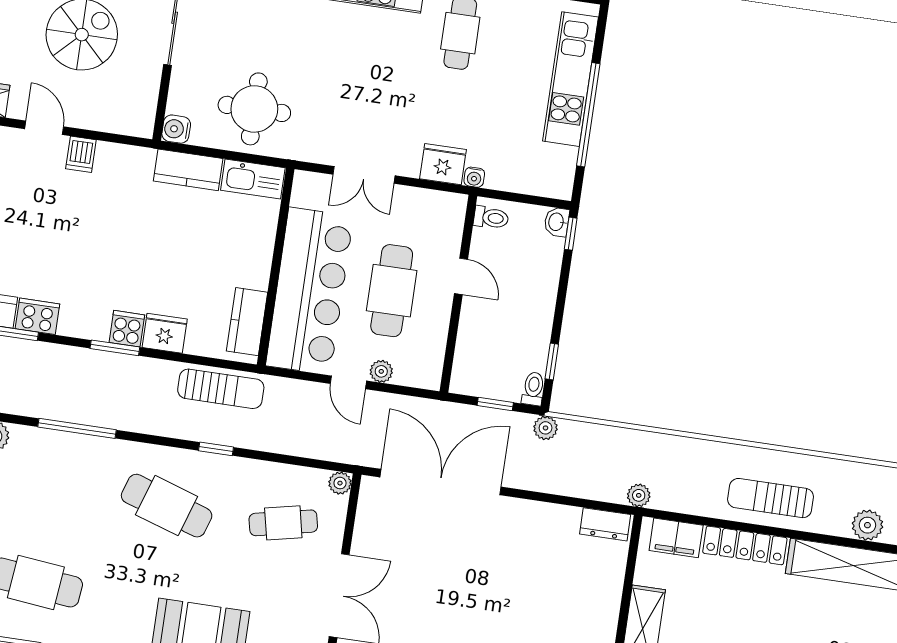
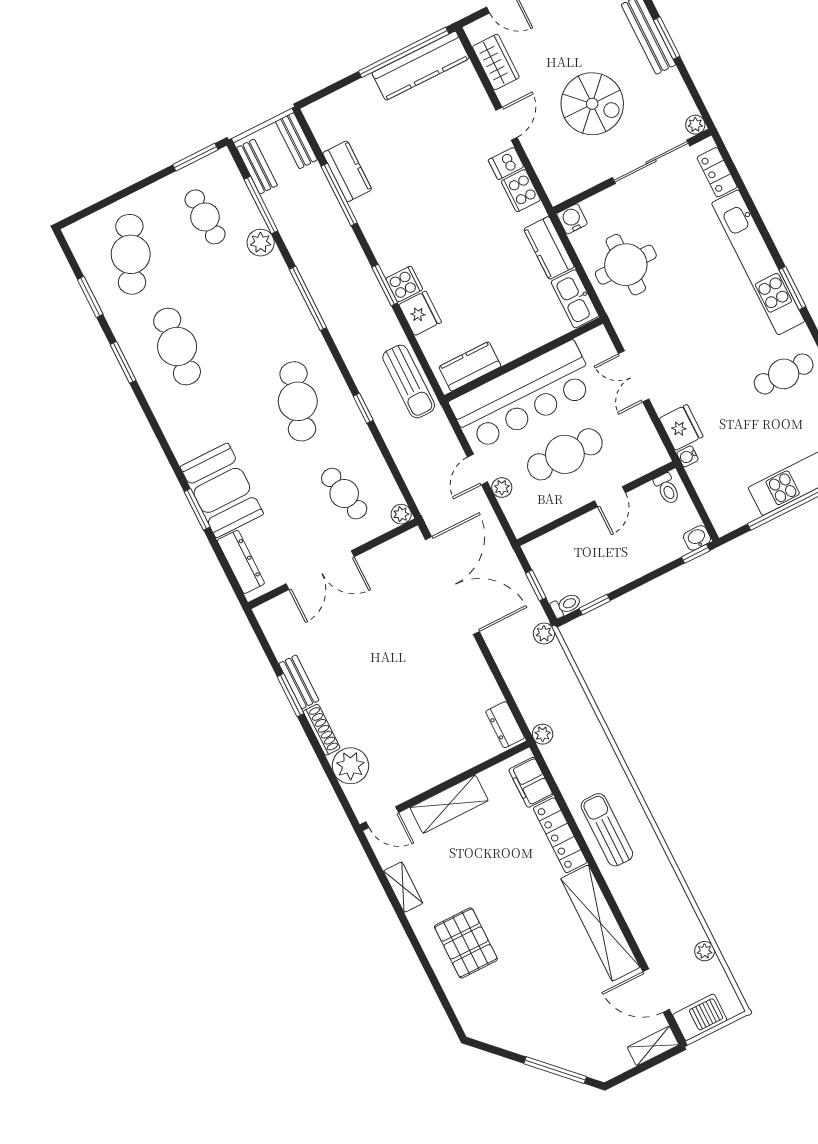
cooker: (37, 316) -> (521, 191), moved, turned 180
plant: (867, 525) -> (636, 913), removed

